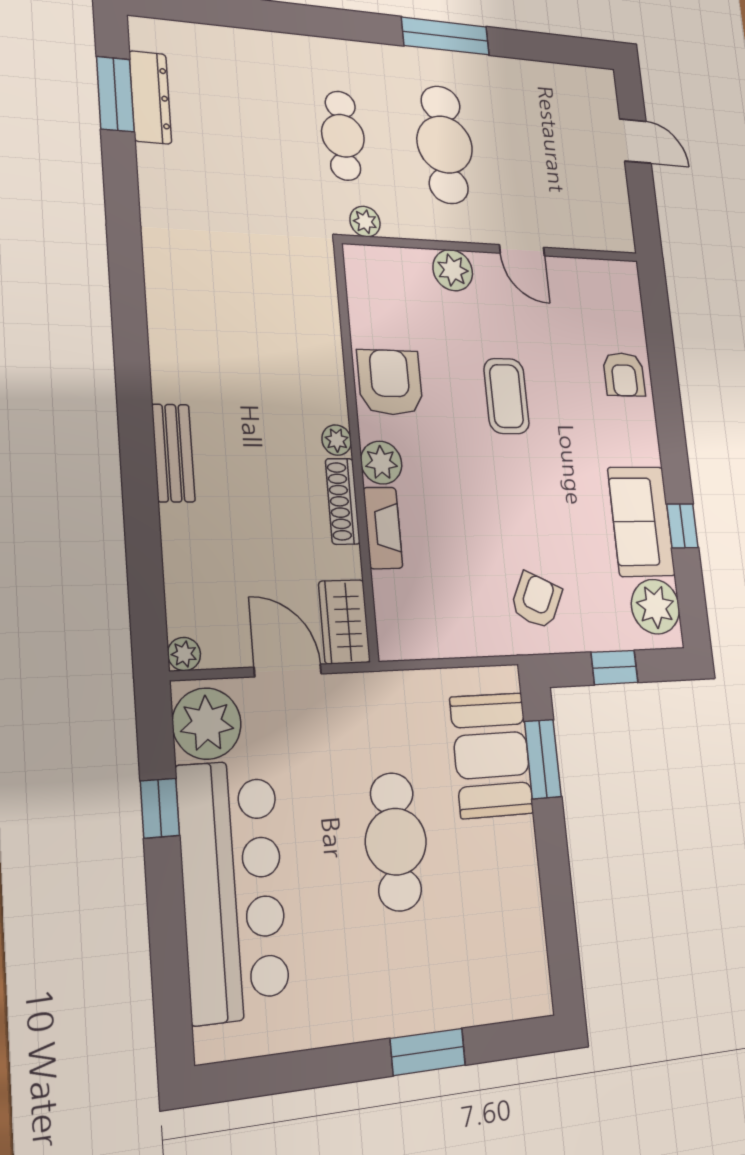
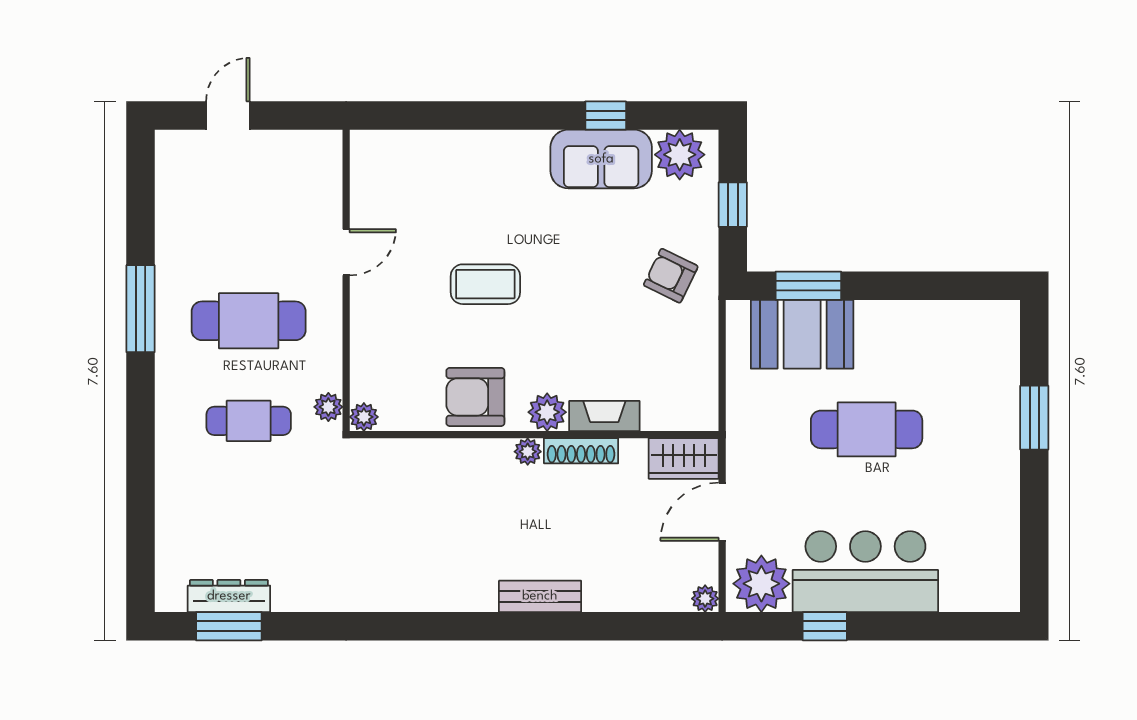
plant: (453, 270) -> (364, 417), moved, width x0.73, depth x0.73
armchair: (624, 374) -> (462, 159), removed
bar counter: (233, 889) -> (865, 572), width x0.73

